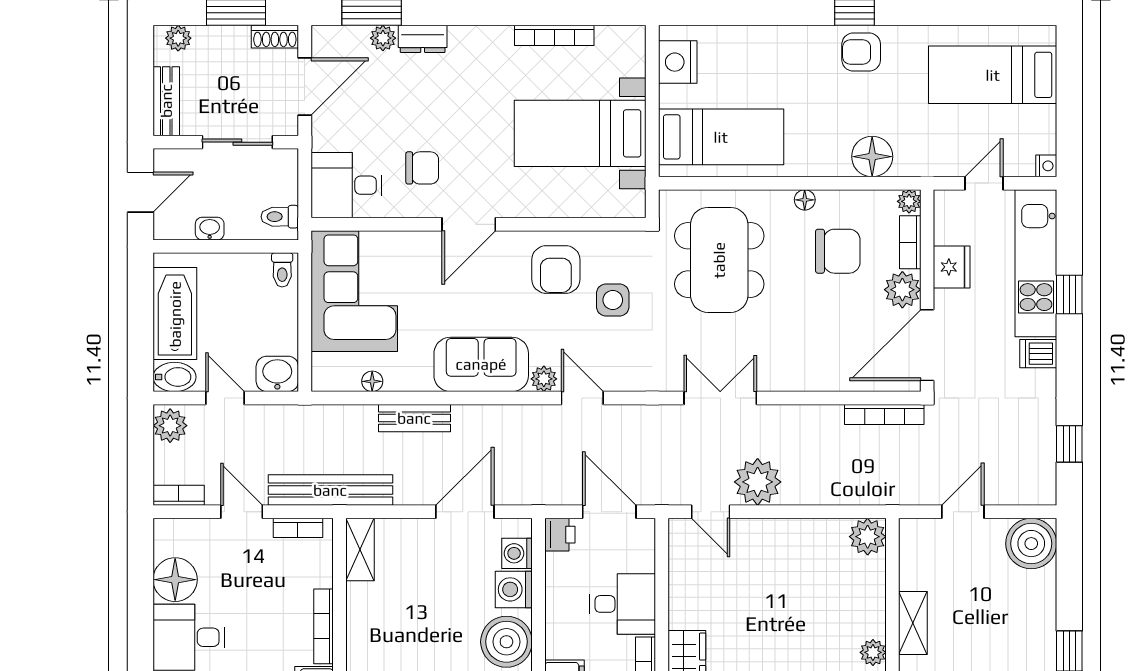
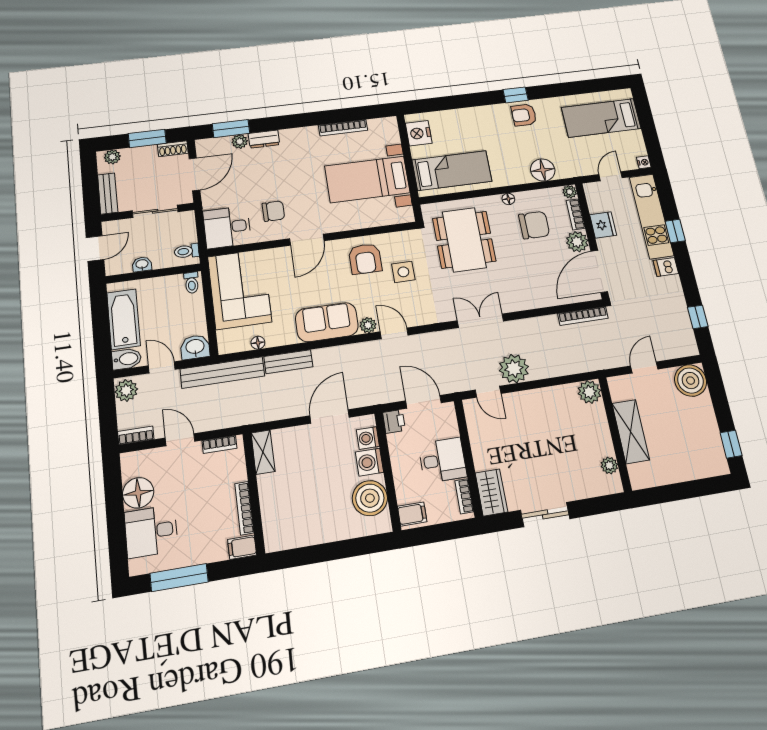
bench: (330, 490) -> (222, 373), moved
shelving: (913, 623) -> (631, 432), width x1.50, depth x1.33

